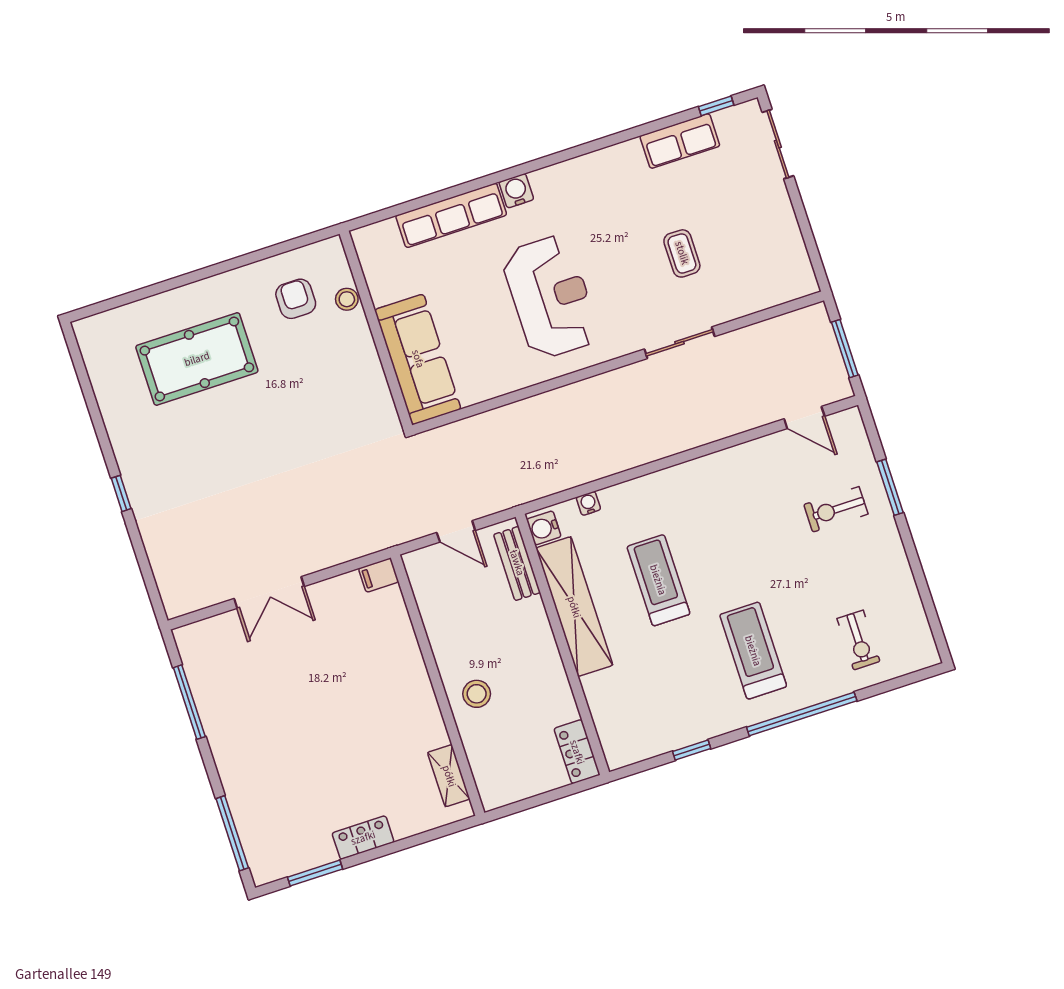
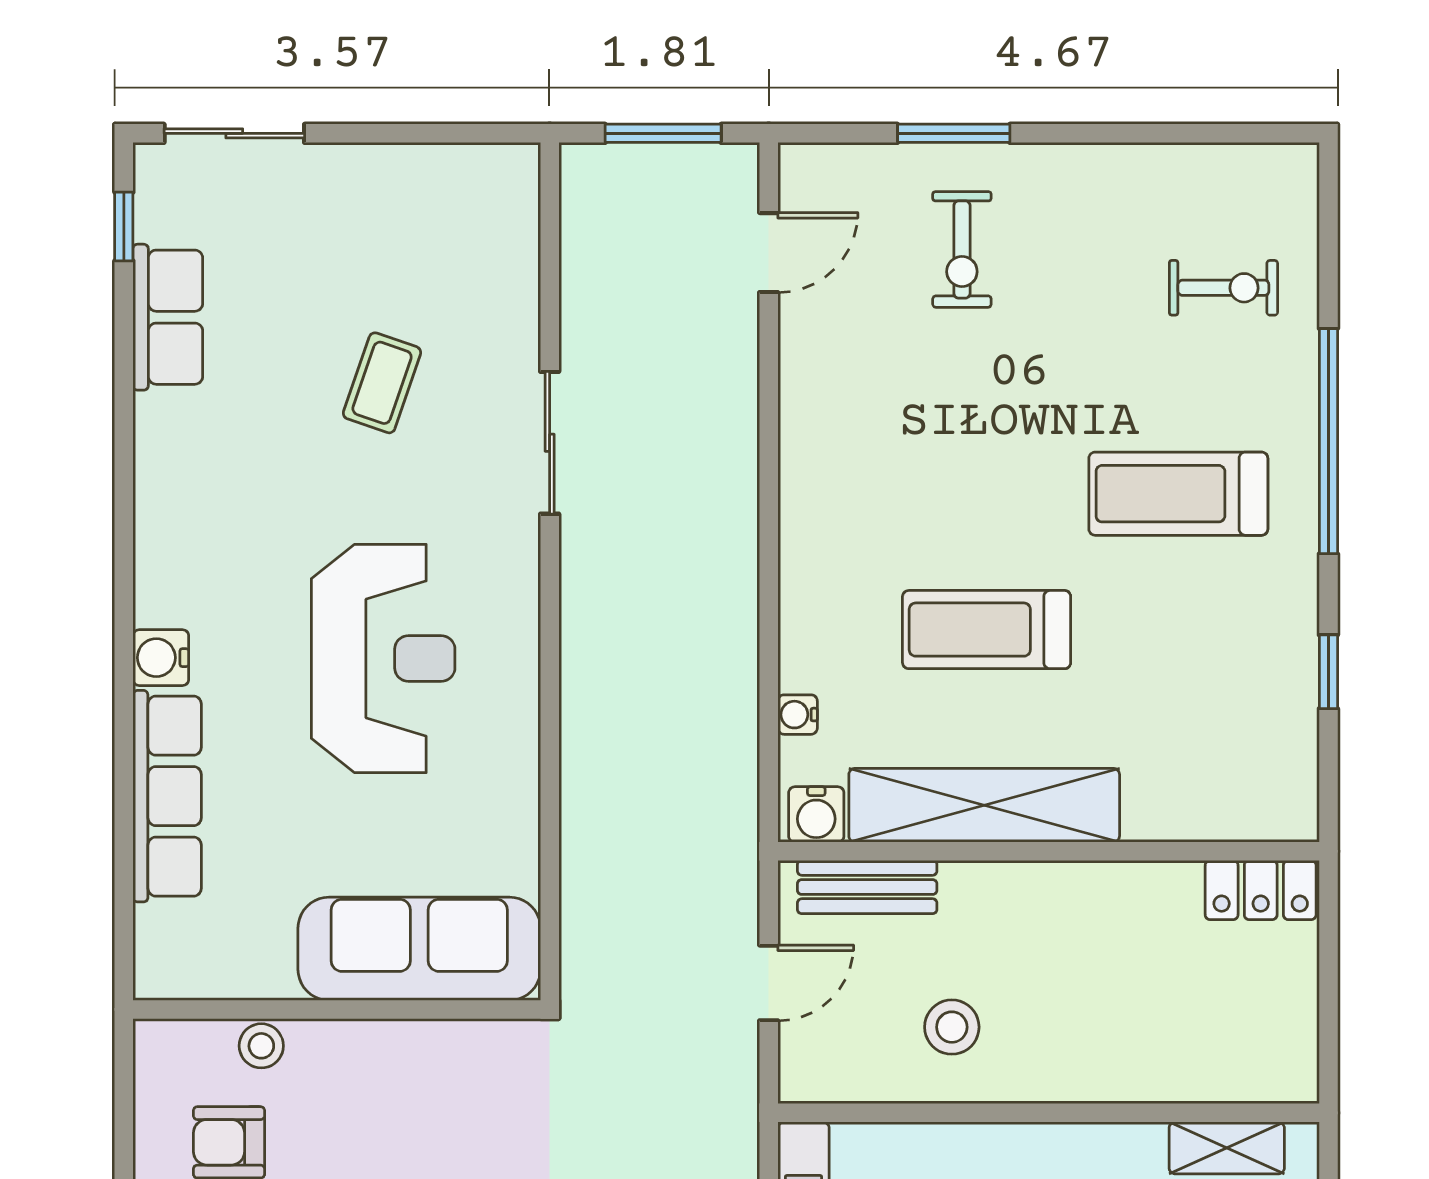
coffee table: (682, 253) -> (382, 383), turned -71
reception desk: (551, 297) -> (383, 659), turned 90
stool: (477, 694) -> (952, 1027), moved

